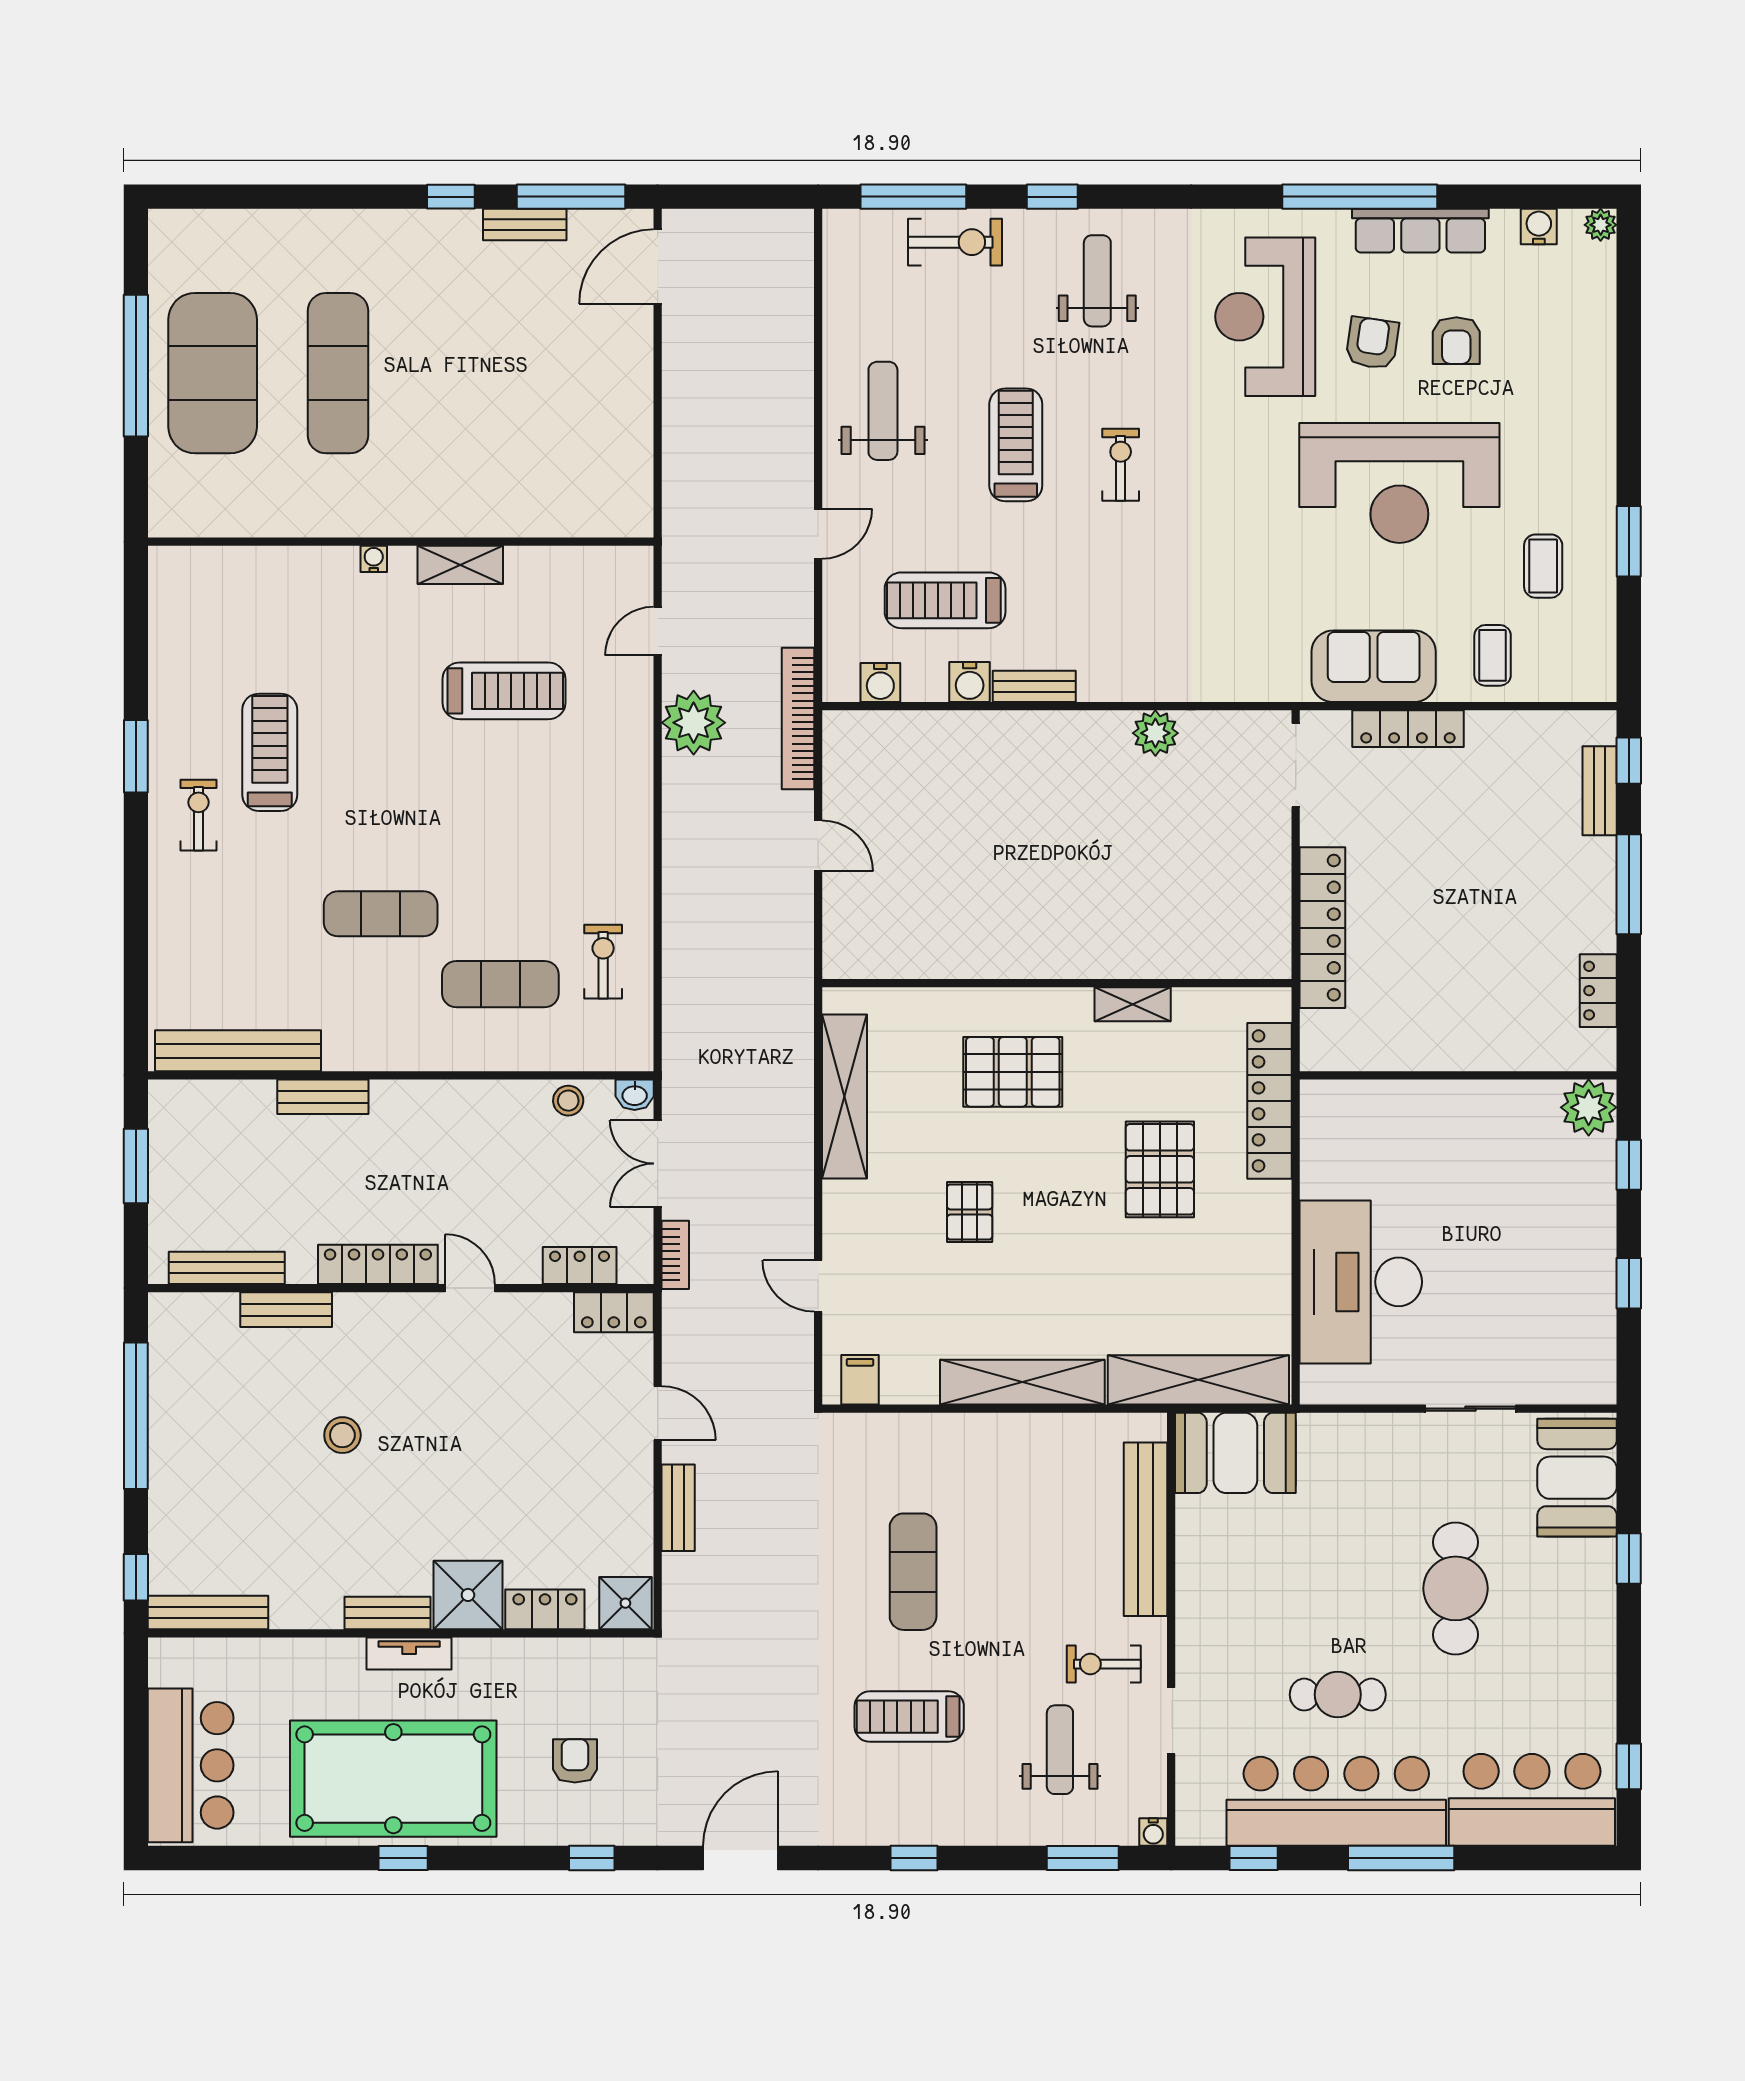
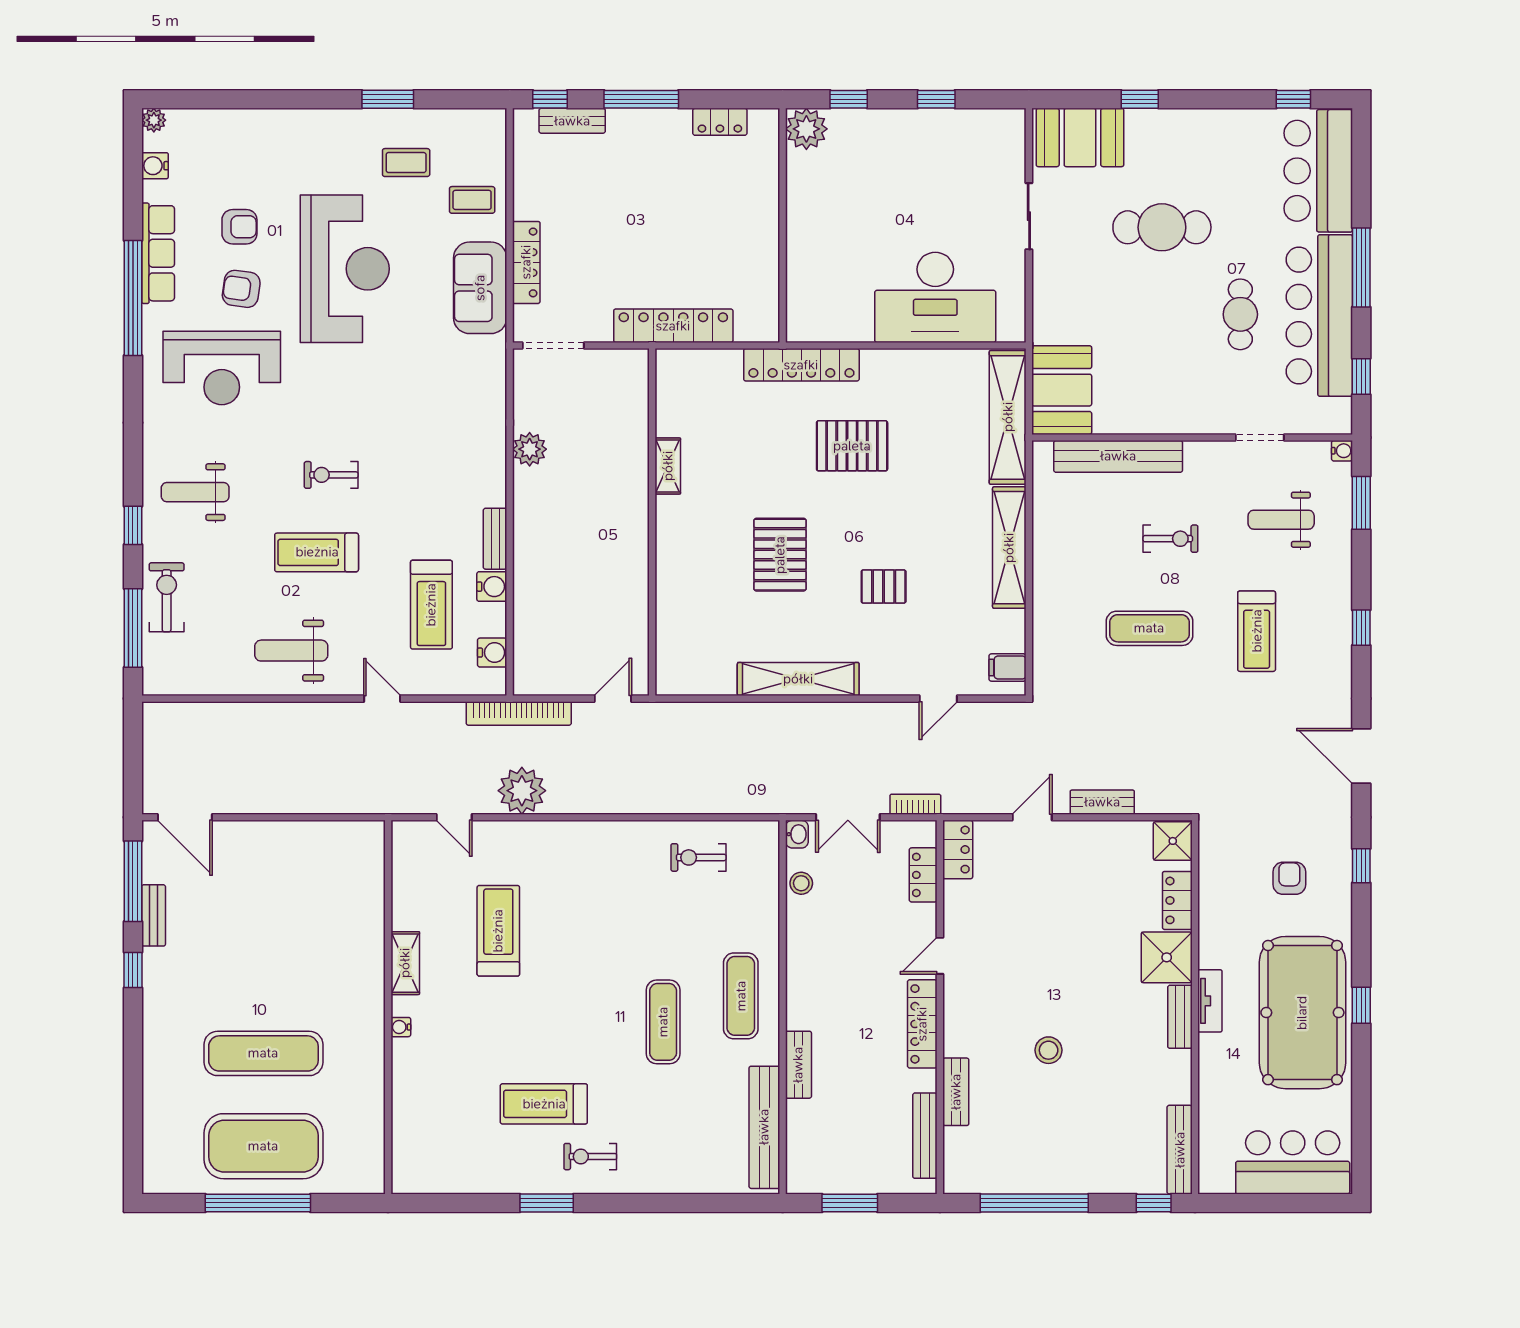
wall: (1057, 983) -> (652, 522), moved
exercise mat: (500, 984) -> (741, 996), moved
shelving: (1133, 1004) -> (668, 466), moved
exercise bike: (1104, 1664) -> (1170, 539), moved, turned -90
armchair: (575, 1761) -> (1289, 878), turned 90

